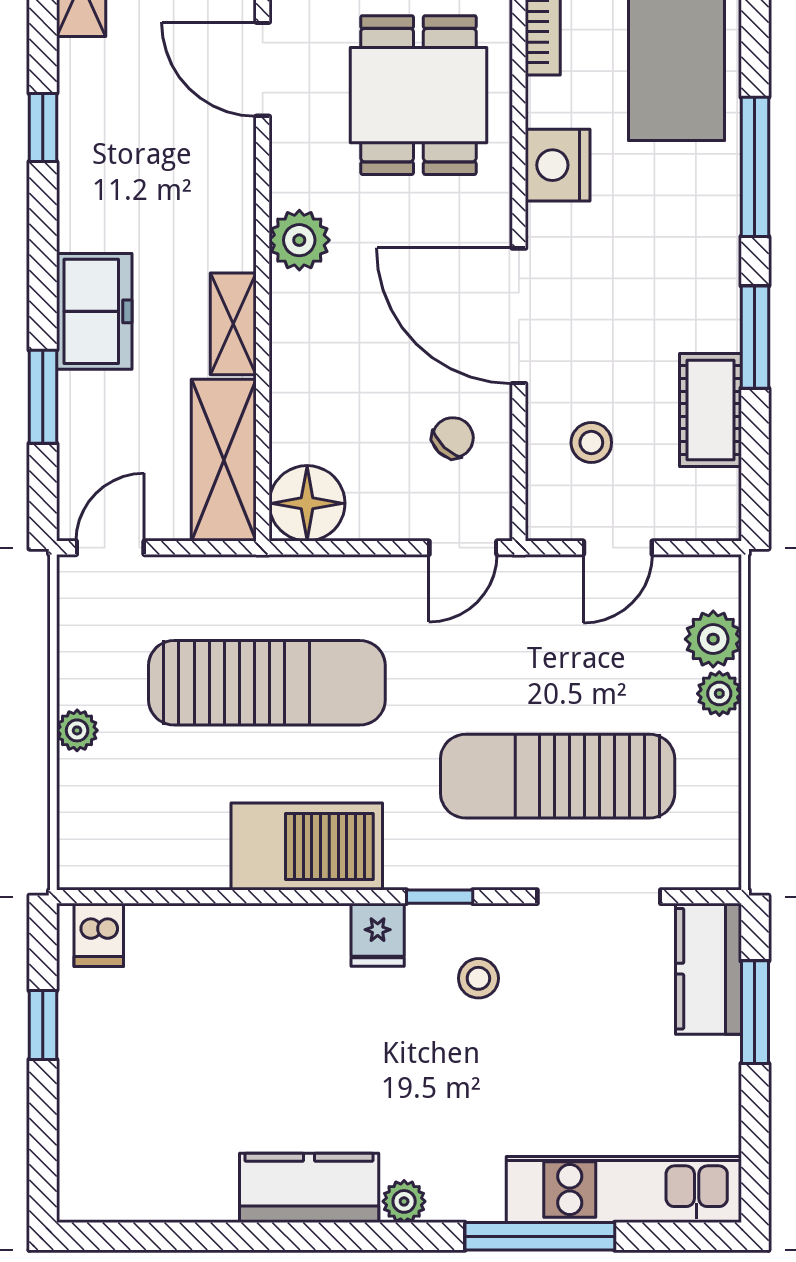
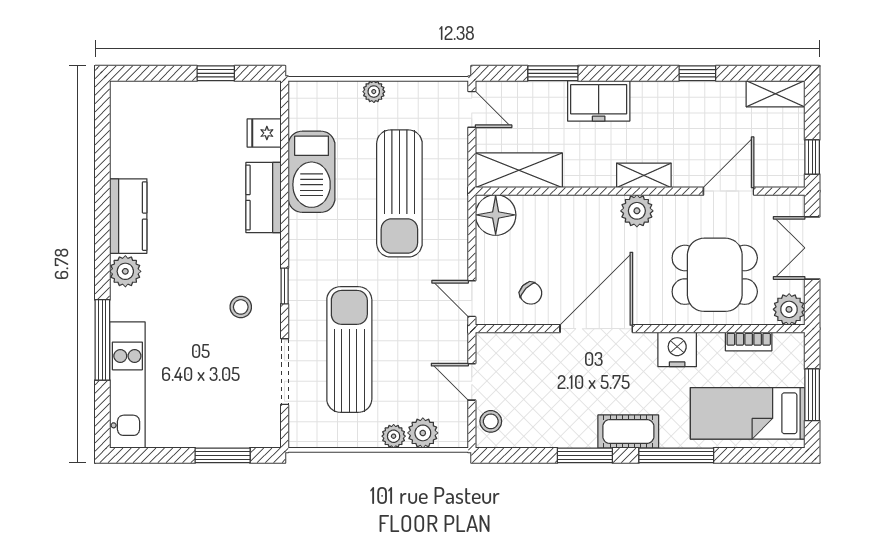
shelving: (233, 324) -> (644, 175), moved
cot: (710, 410) -> (628, 431), moved
stool: (591, 443) -> (491, 421), moved
barbecue: (307, 846) -> (312, 172), moved
dishwasher: (99, 935) -> (264, 103), removed
fridge: (378, 935) -> (264, 133), moved
kitchen counter: (708, 969) -> (263, 198), moved, turned -90
plant: (404, 1201) -> (125, 271), width x1.38, depth x1.38

